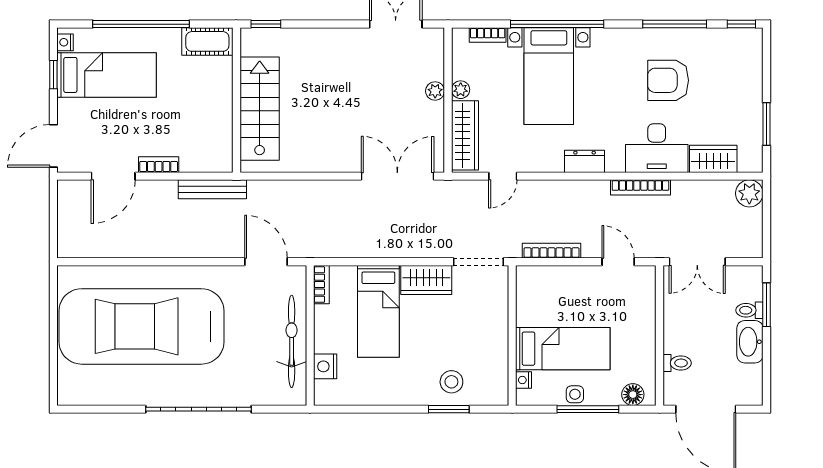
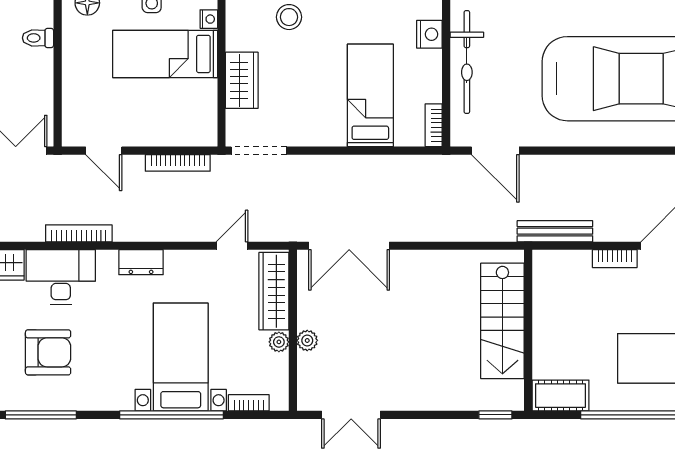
wardrobe: (426, 280) -> (242, 80), moved, turned 90

